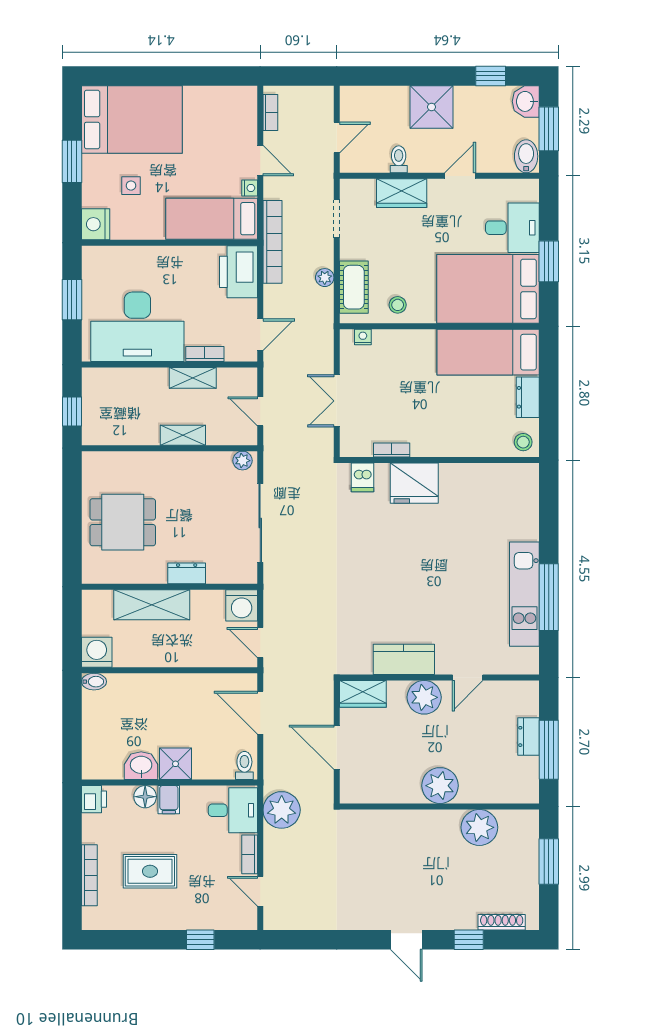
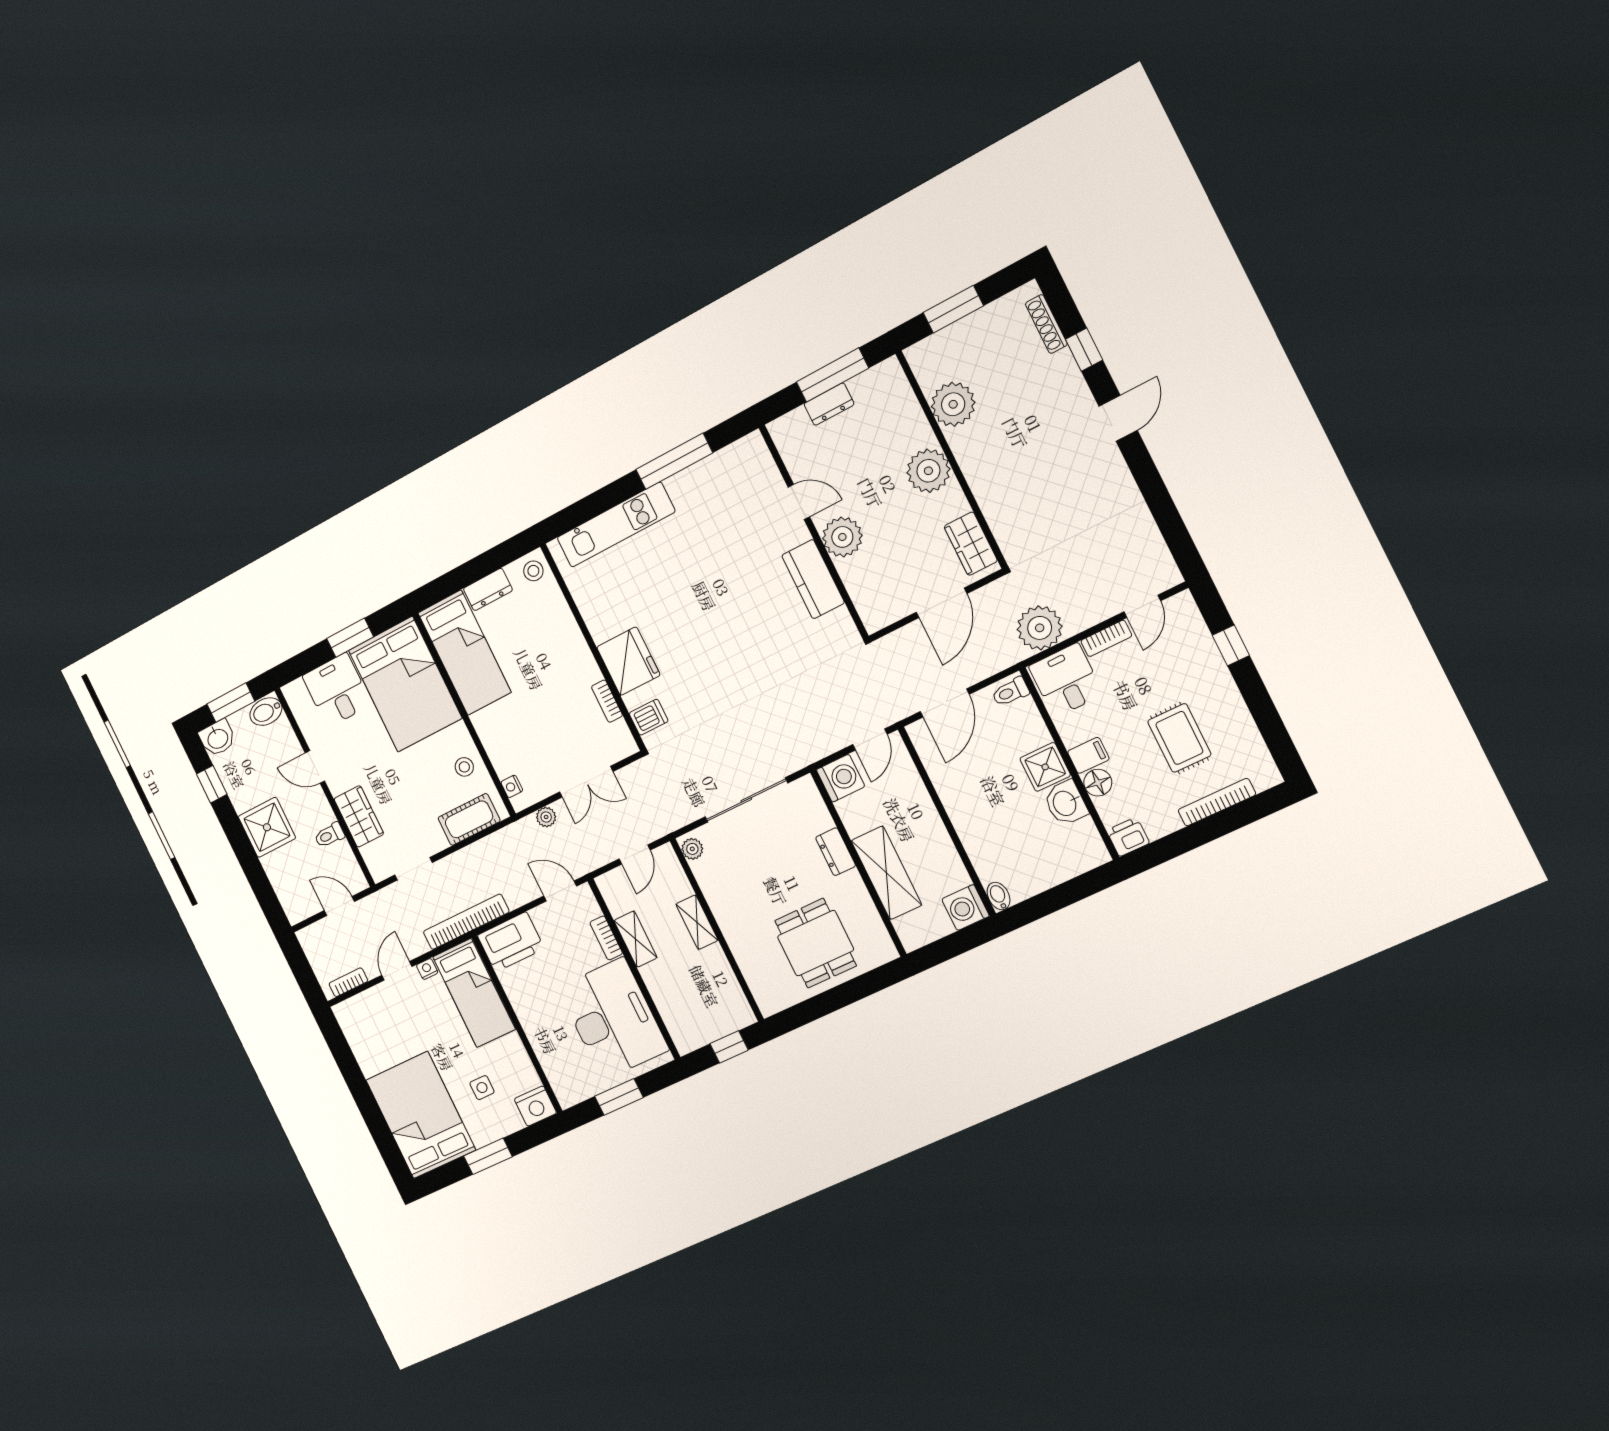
plant: (325, 278) -> (546, 817), moved
kitchen unit: (524, 594) -> (616, 525), moved
wardrobe: (363, 694) -> (971, 544), moved, turned 180

